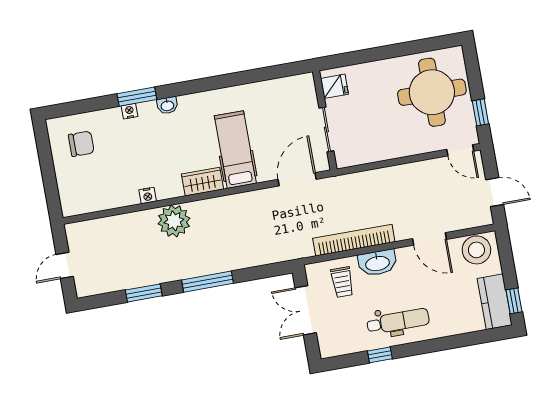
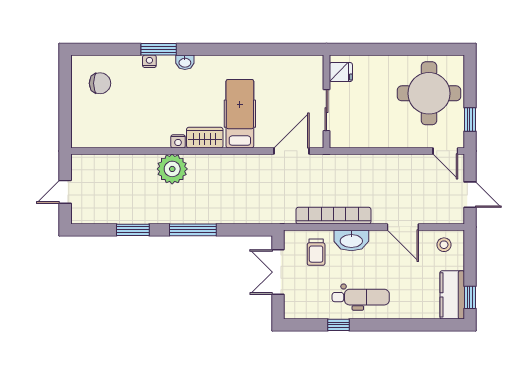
nightstand: (148, 196) -> (178, 141), moved
stool: (476, 250) -> (444, 245), width x0.53, depth x0.53

